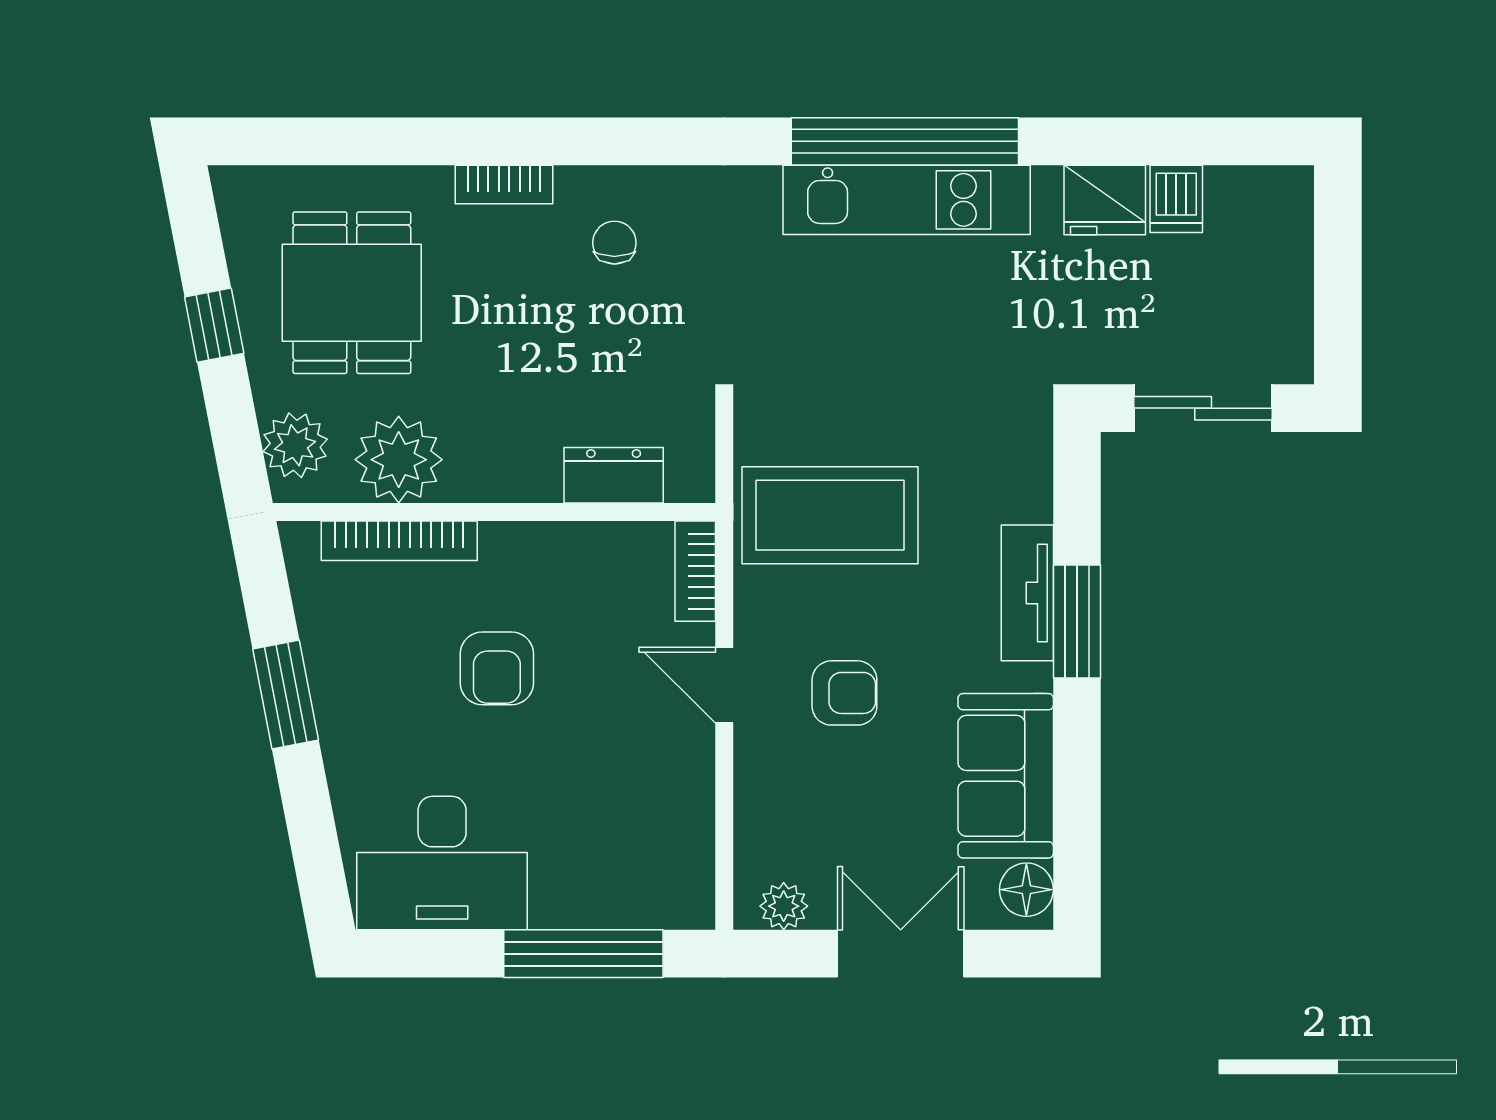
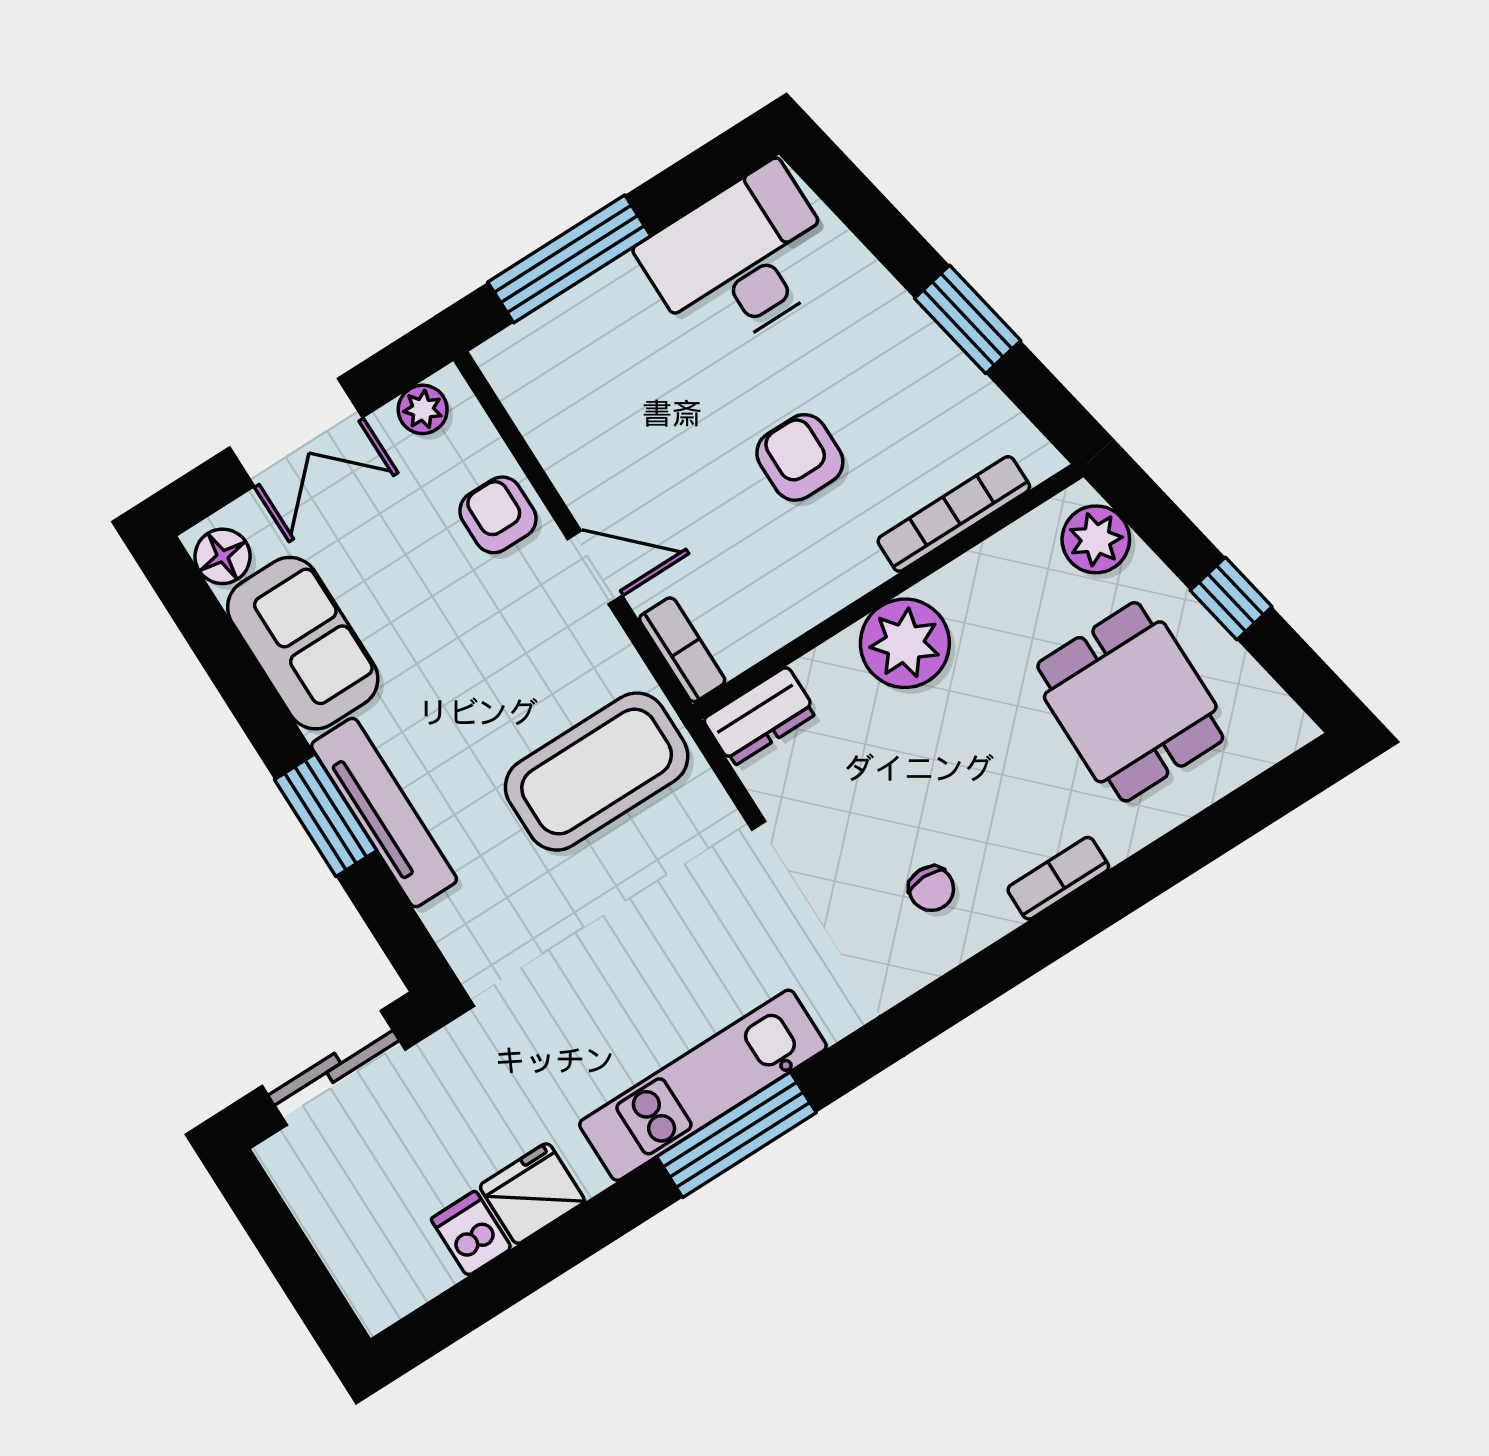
window: (905, 141) -> (737, 1135), width x0.68
plant: (399, 460) -> (905, 643), moved
dresser: (614, 475) -> (760, 716), moved
tv unit: (1027, 593) -> (384, 813), width x1.41
armchair: (844, 693) -> (498, 515), moved, turned 90

